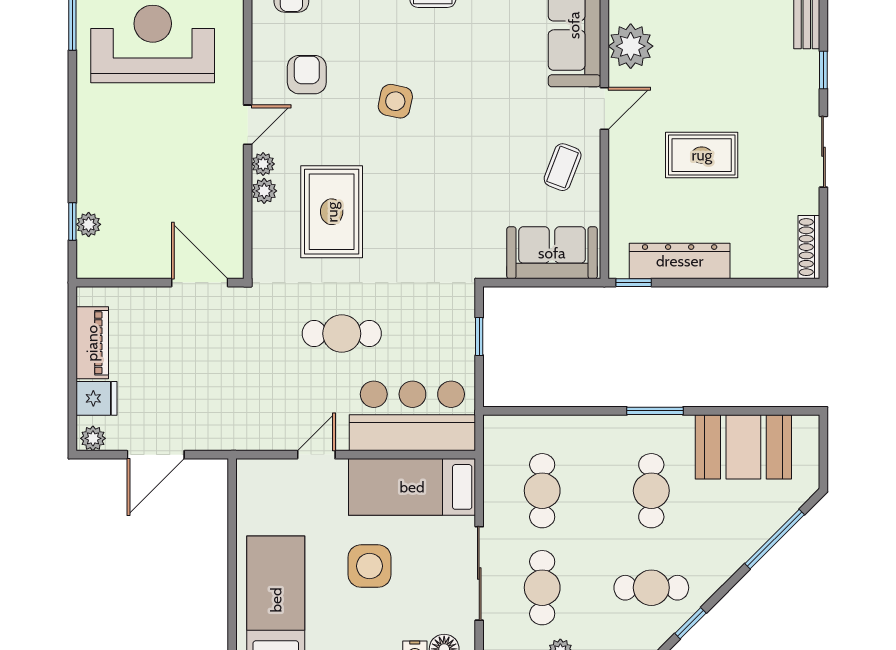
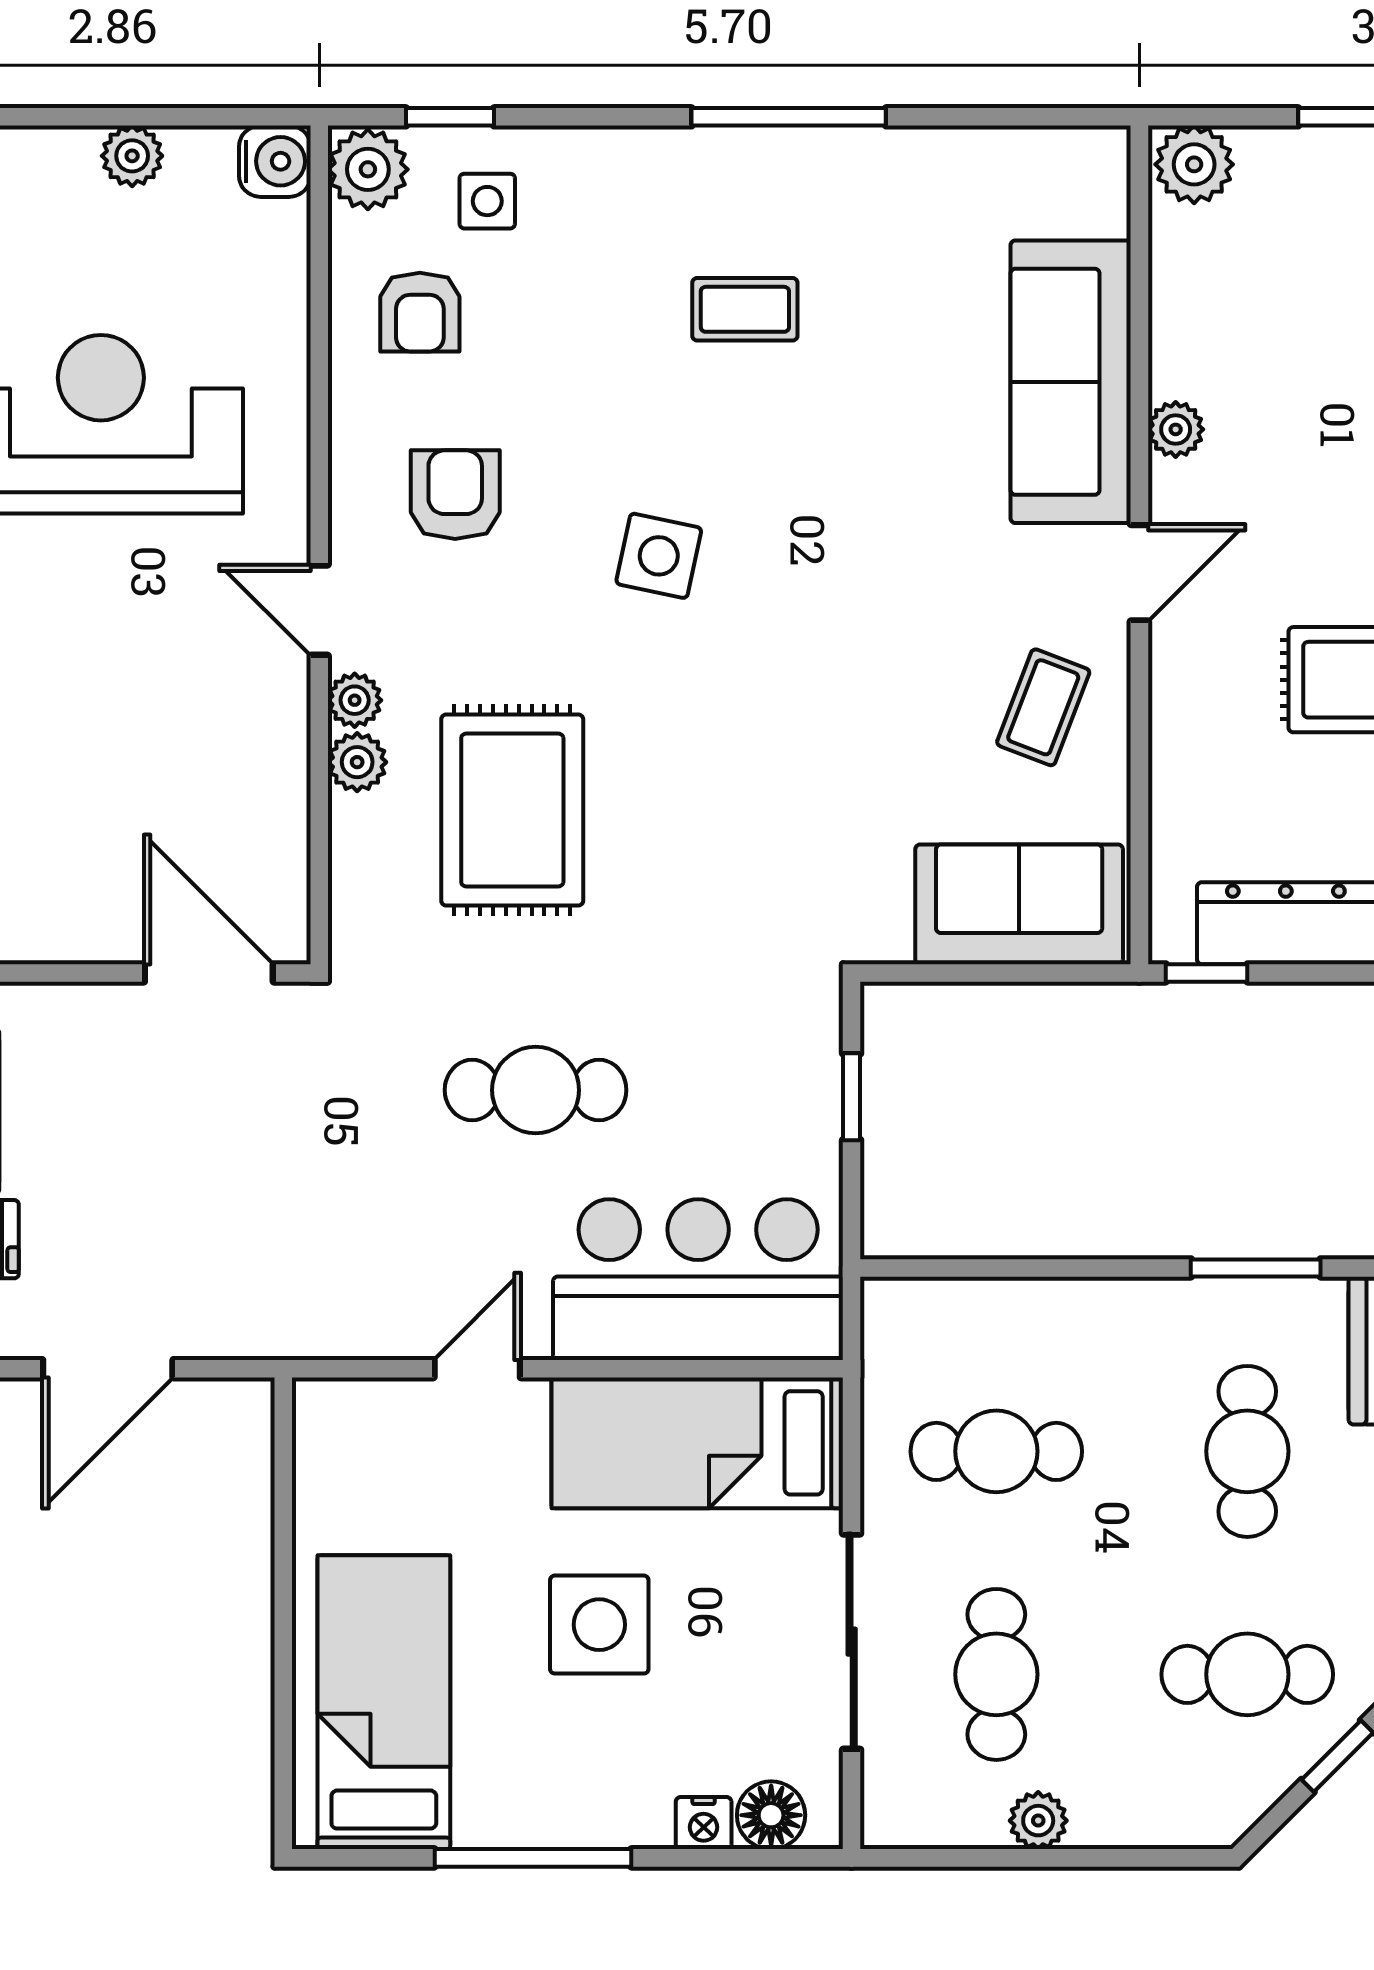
plant: (631, 46) -> (1176, 429), width x0.53, depth x0.53
door: (248, 125) -> (319, 610), swing flipped
cafe table: (542, 491) -> (996, 1451), turned 90

